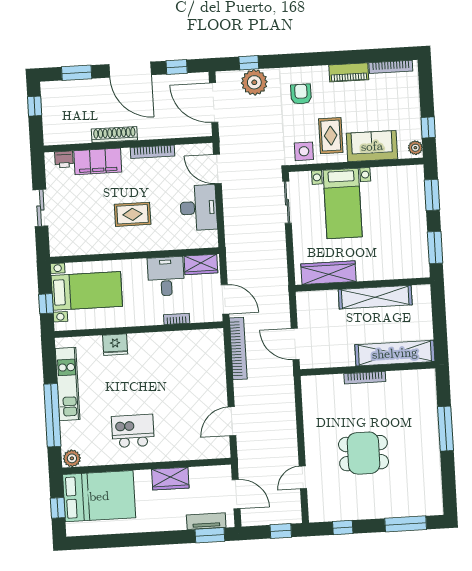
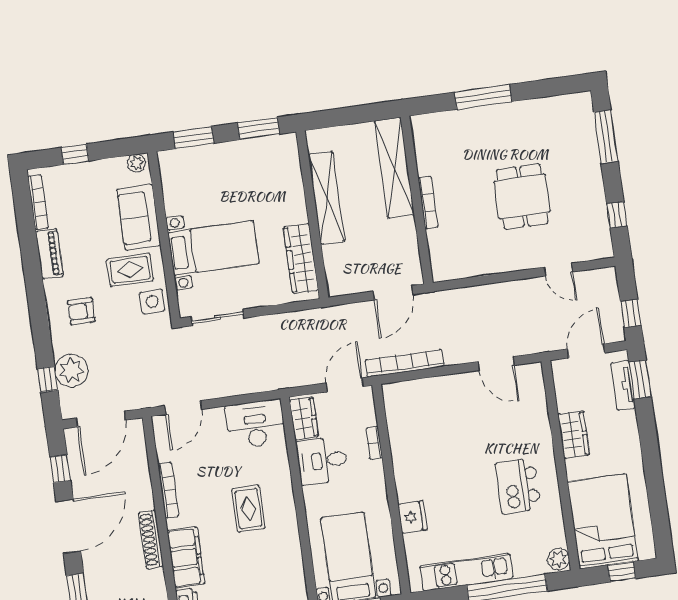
window: (428, 127) -> (75, 154), moved
desk: (199, 208) -> (256, 424), moved
window: (281, 531) -> (631, 313), moved

